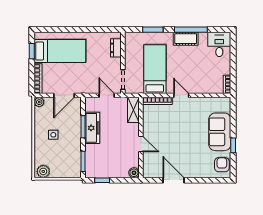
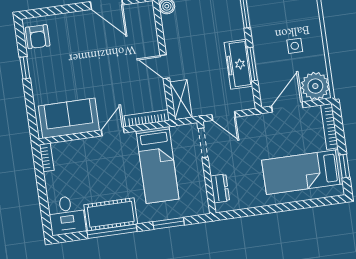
cot: (186, 39) -> (111, 214), width x1.37, depth x1.34
door: (181, 95) -> (113, 131), swing flipped
plant: (39, 102) -> (315, 86), width x1.88, depth x1.88
sofa: (220, 132) -> (69, 118), moved, turned -90
door: (141, 144) -> (165, 67), moved

